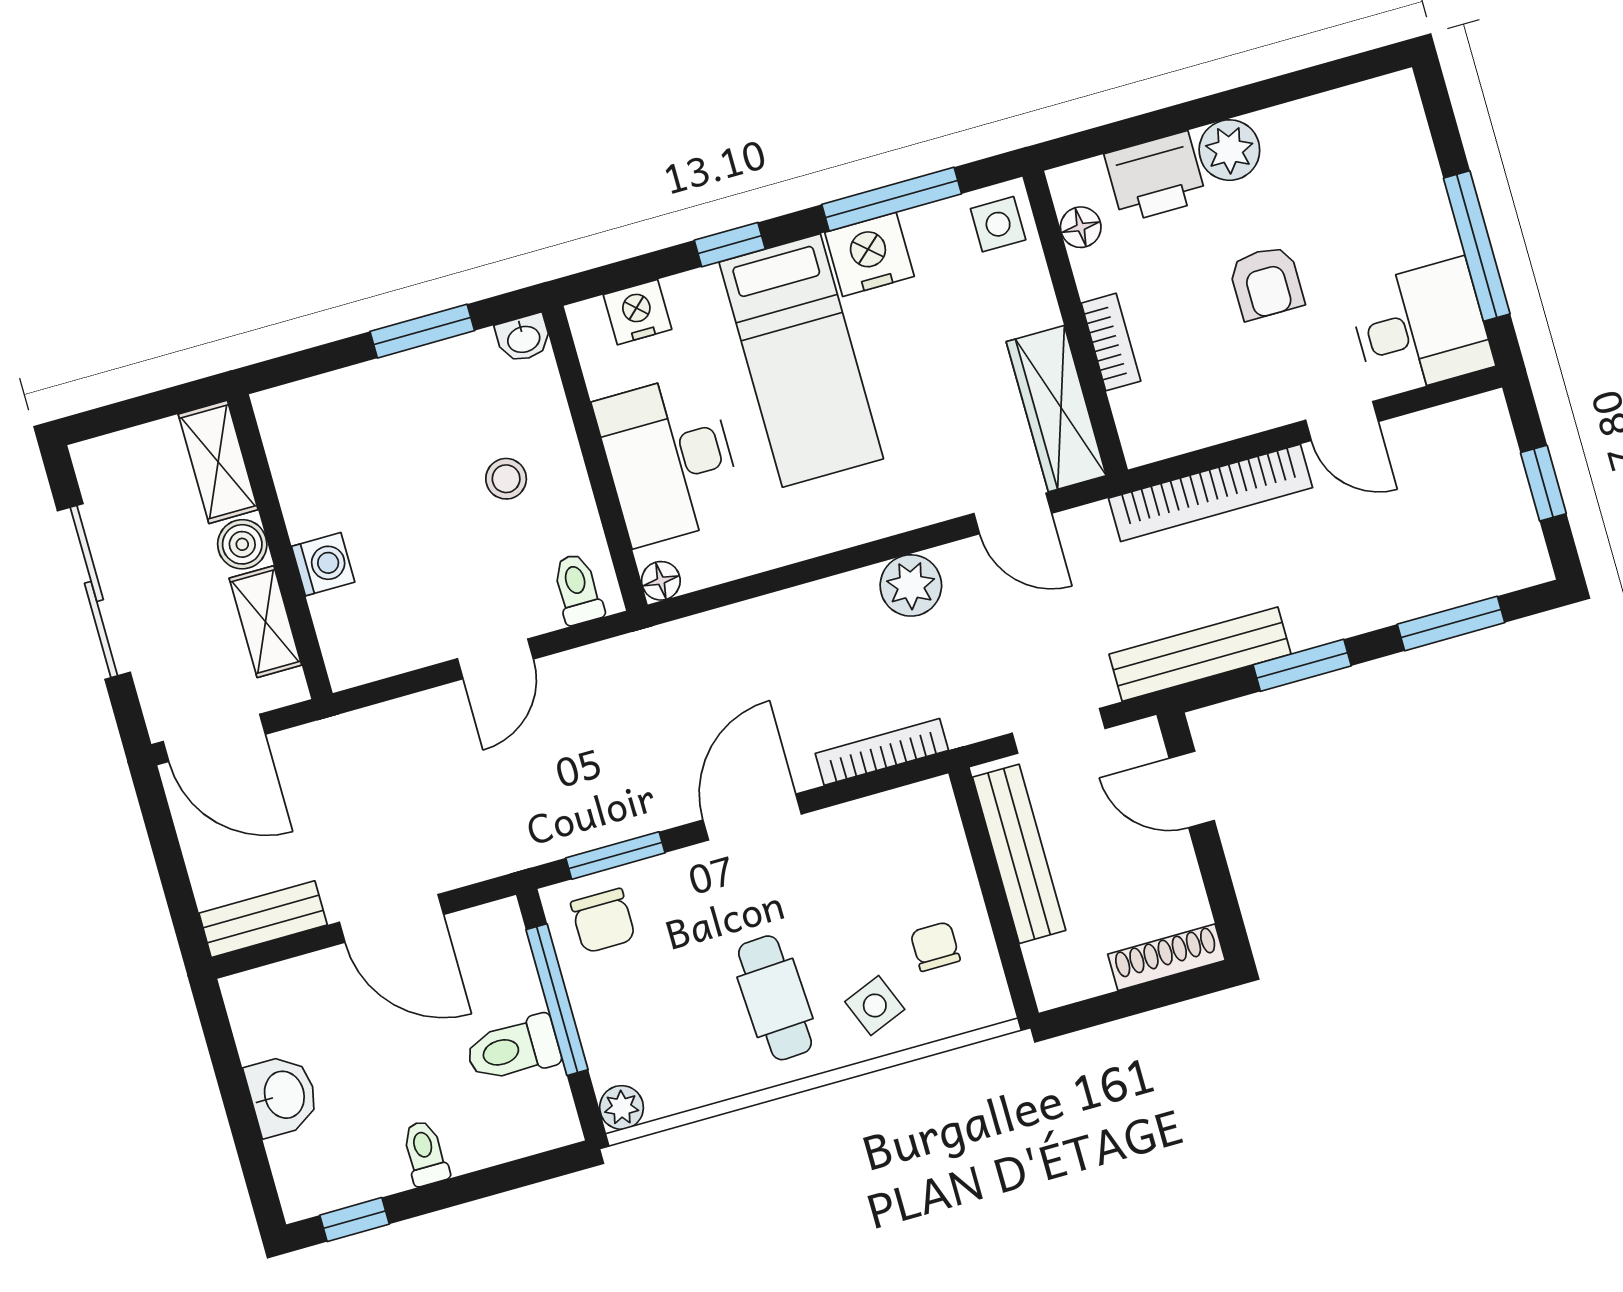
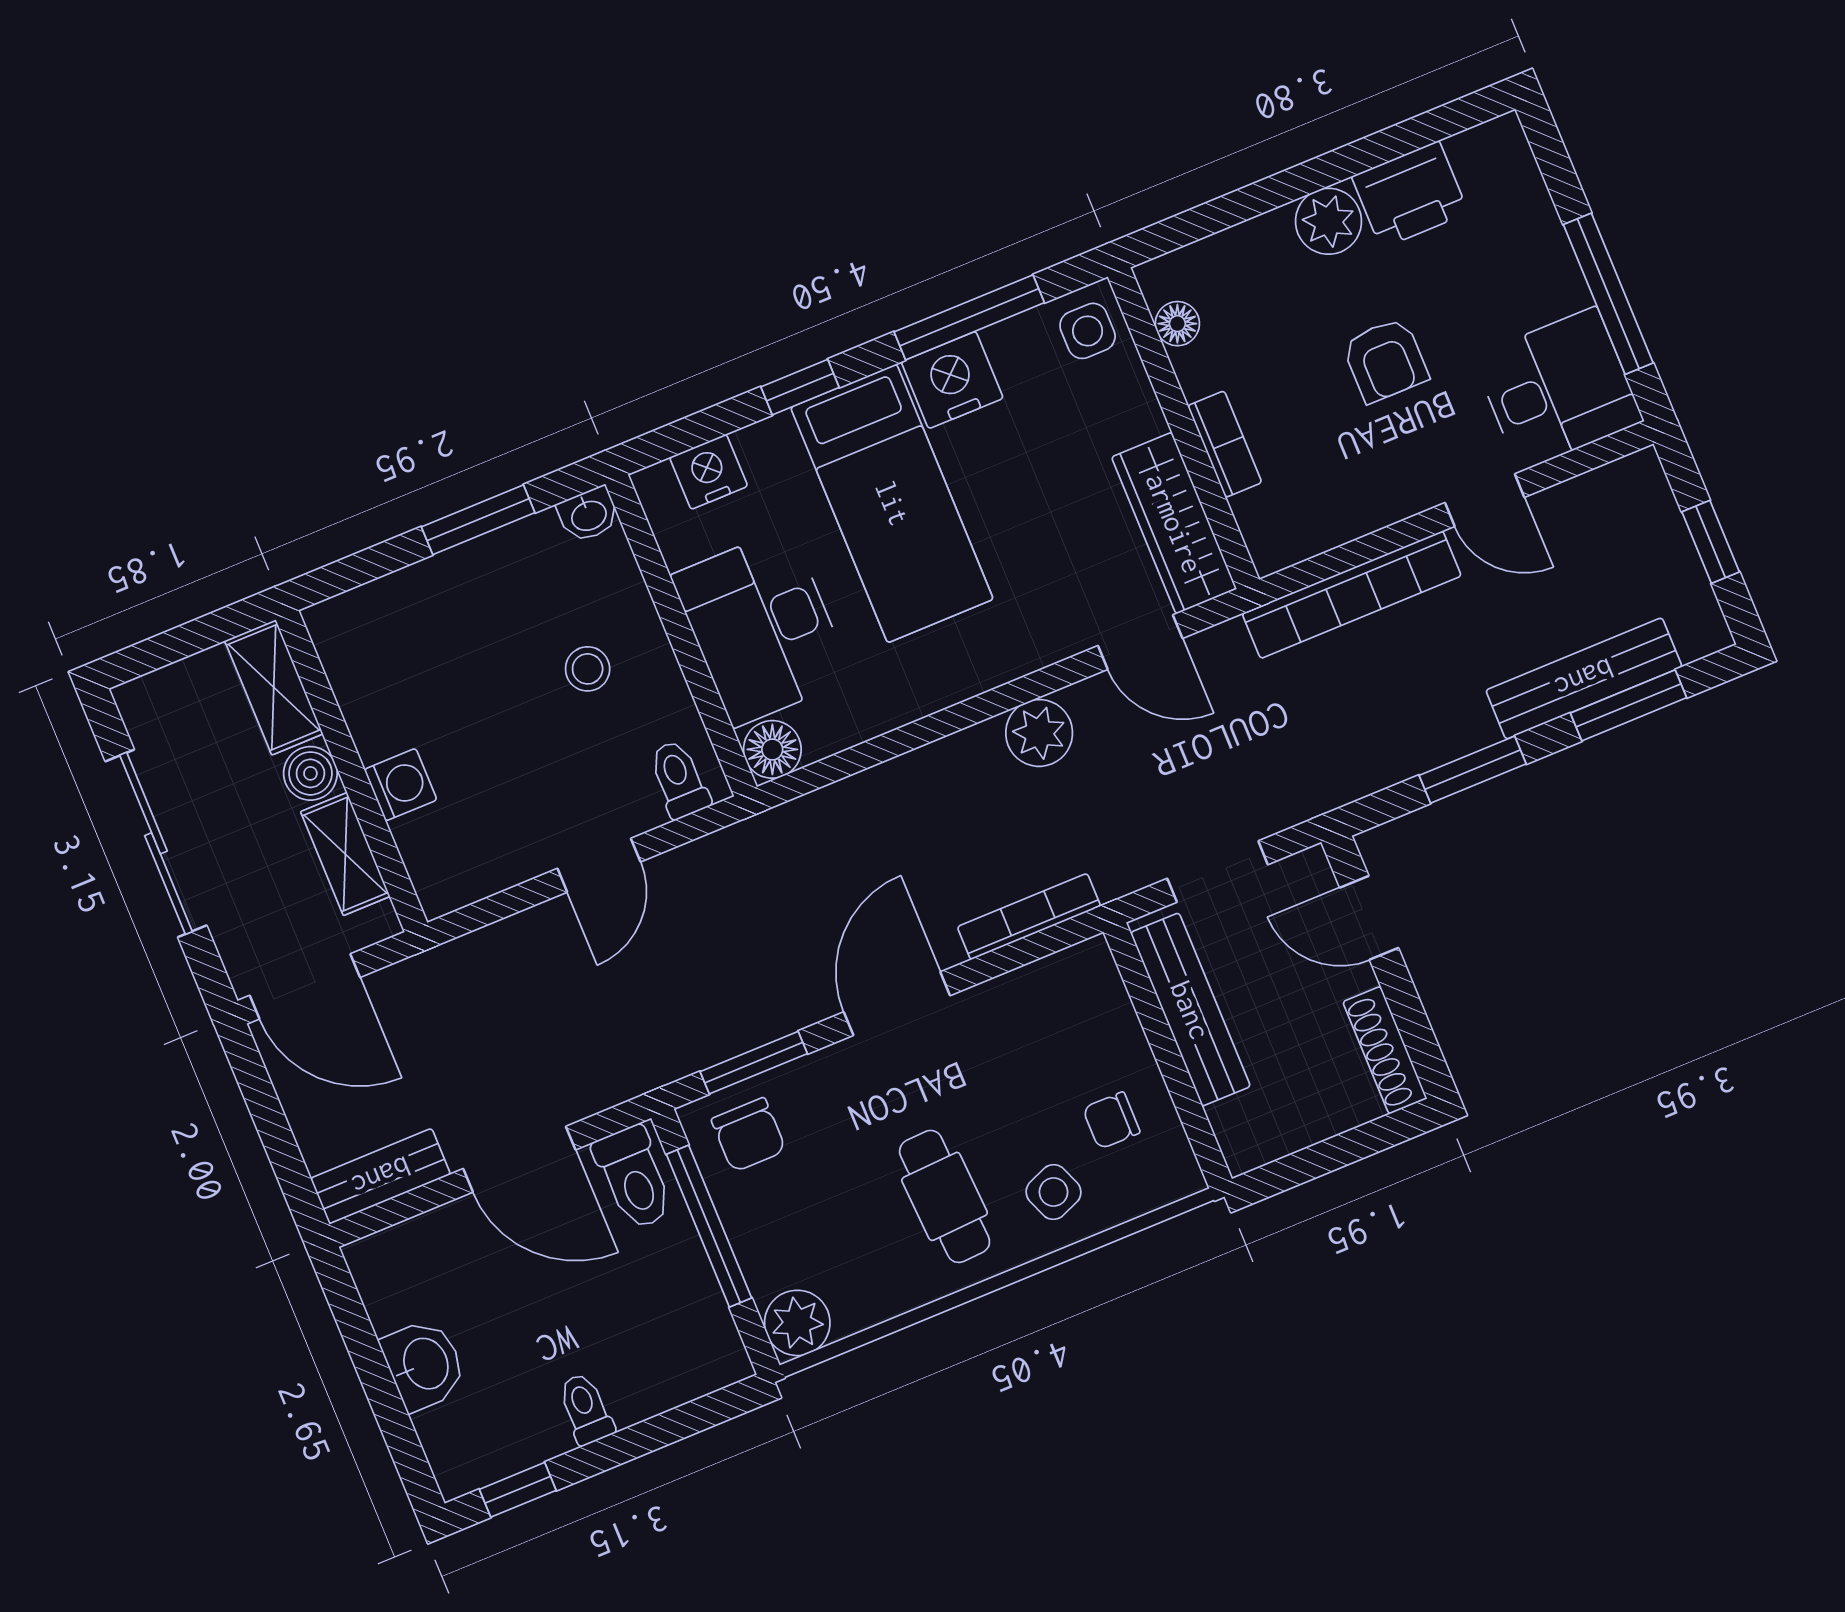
printer: (1155, 177) -> (1410, 195), moved
floor lamp: (661, 581) -> (772, 749), width x1.37, depth x1.37
bench: (1200, 654) -> (1584, 678), moved
chair: (935, 946) -> (1111, 1120), turned -90
shoe rack: (1166, 957) -> (1385, 1050), moved, turned -90
toilet: (513, 1049) -> (634, 1178), moved, turned -90
plant: (622, 1107) -> (797, 1323), width x1.38, depth x1.38

